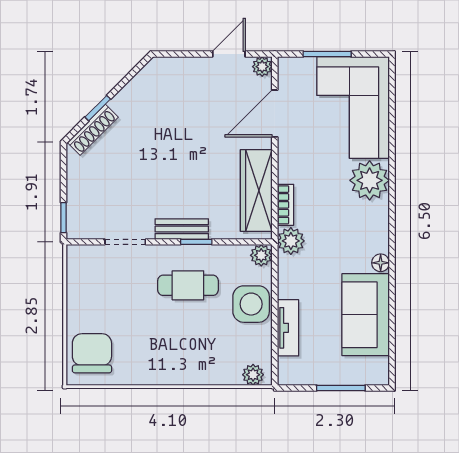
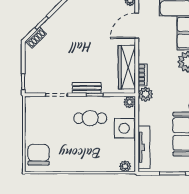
shoe rack: (93, 130) -> (36, 38), width x0.70
tv unit: (288, 328) -> (144, 147), width x1.41

